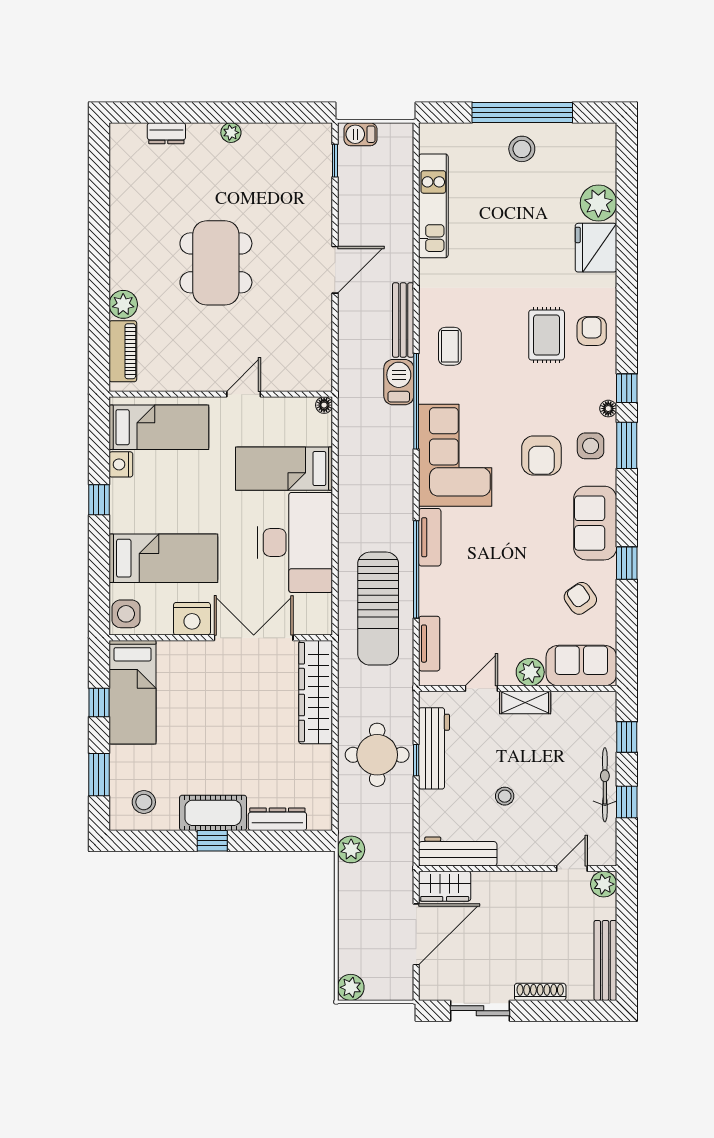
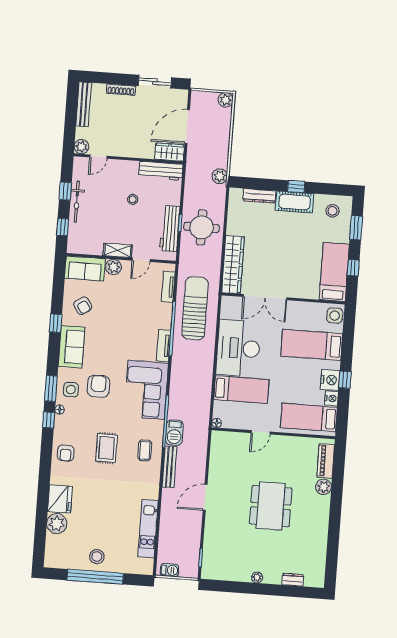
barbecue: (360, 134) -> (170, 570), moved
rug: (547, 335) -> (107, 448), moved
nightstand: (192, 619) -> (330, 380), moved, turned 90

